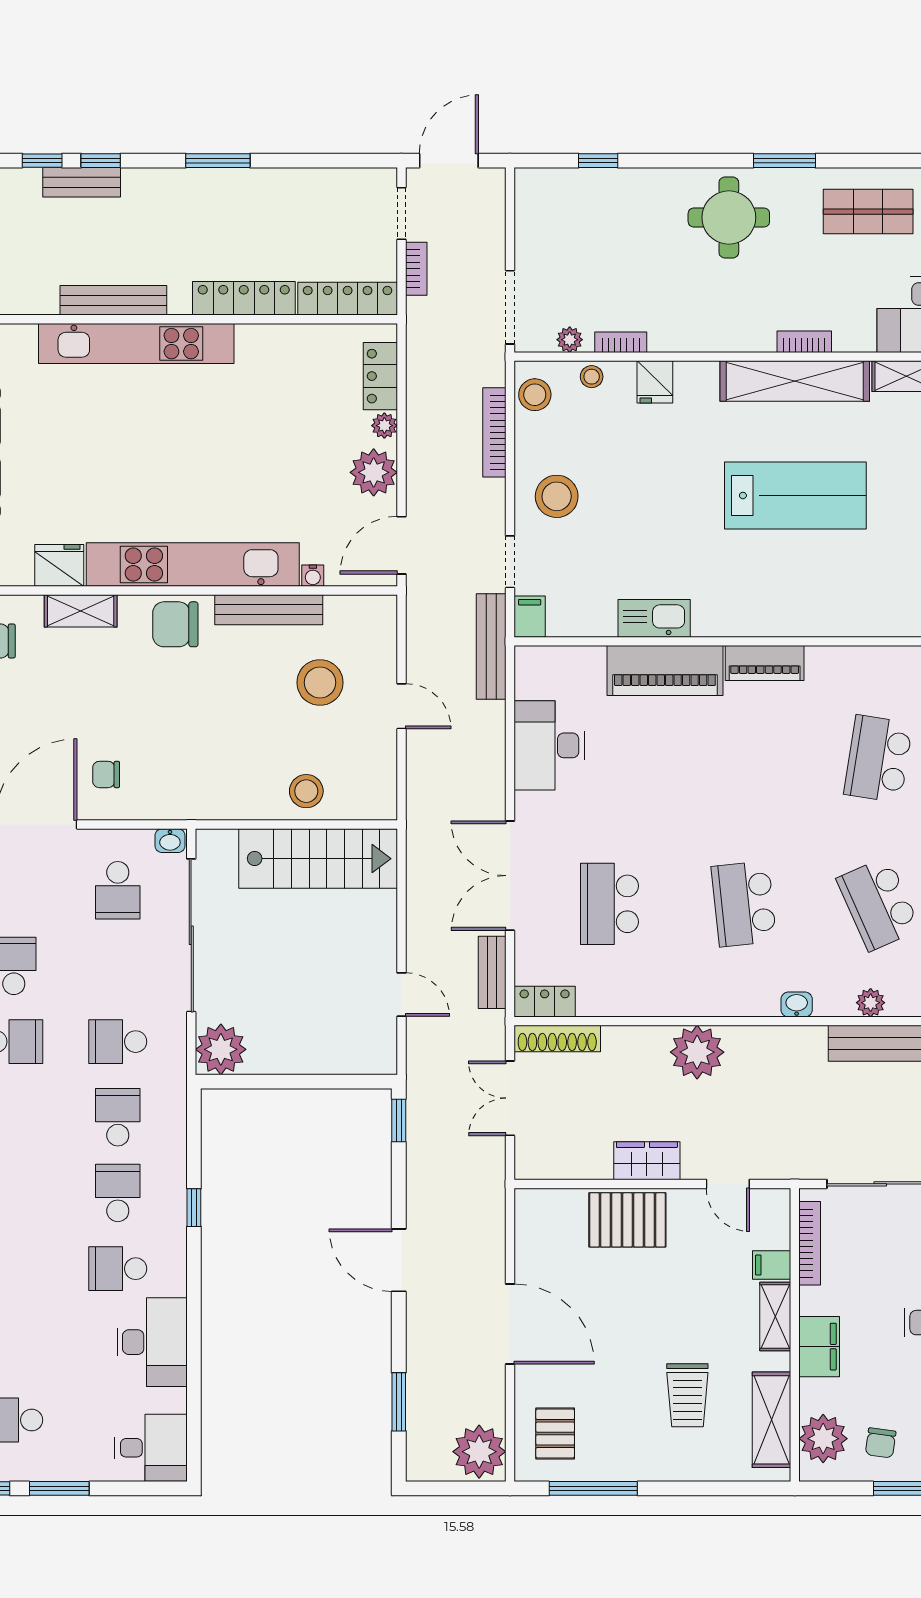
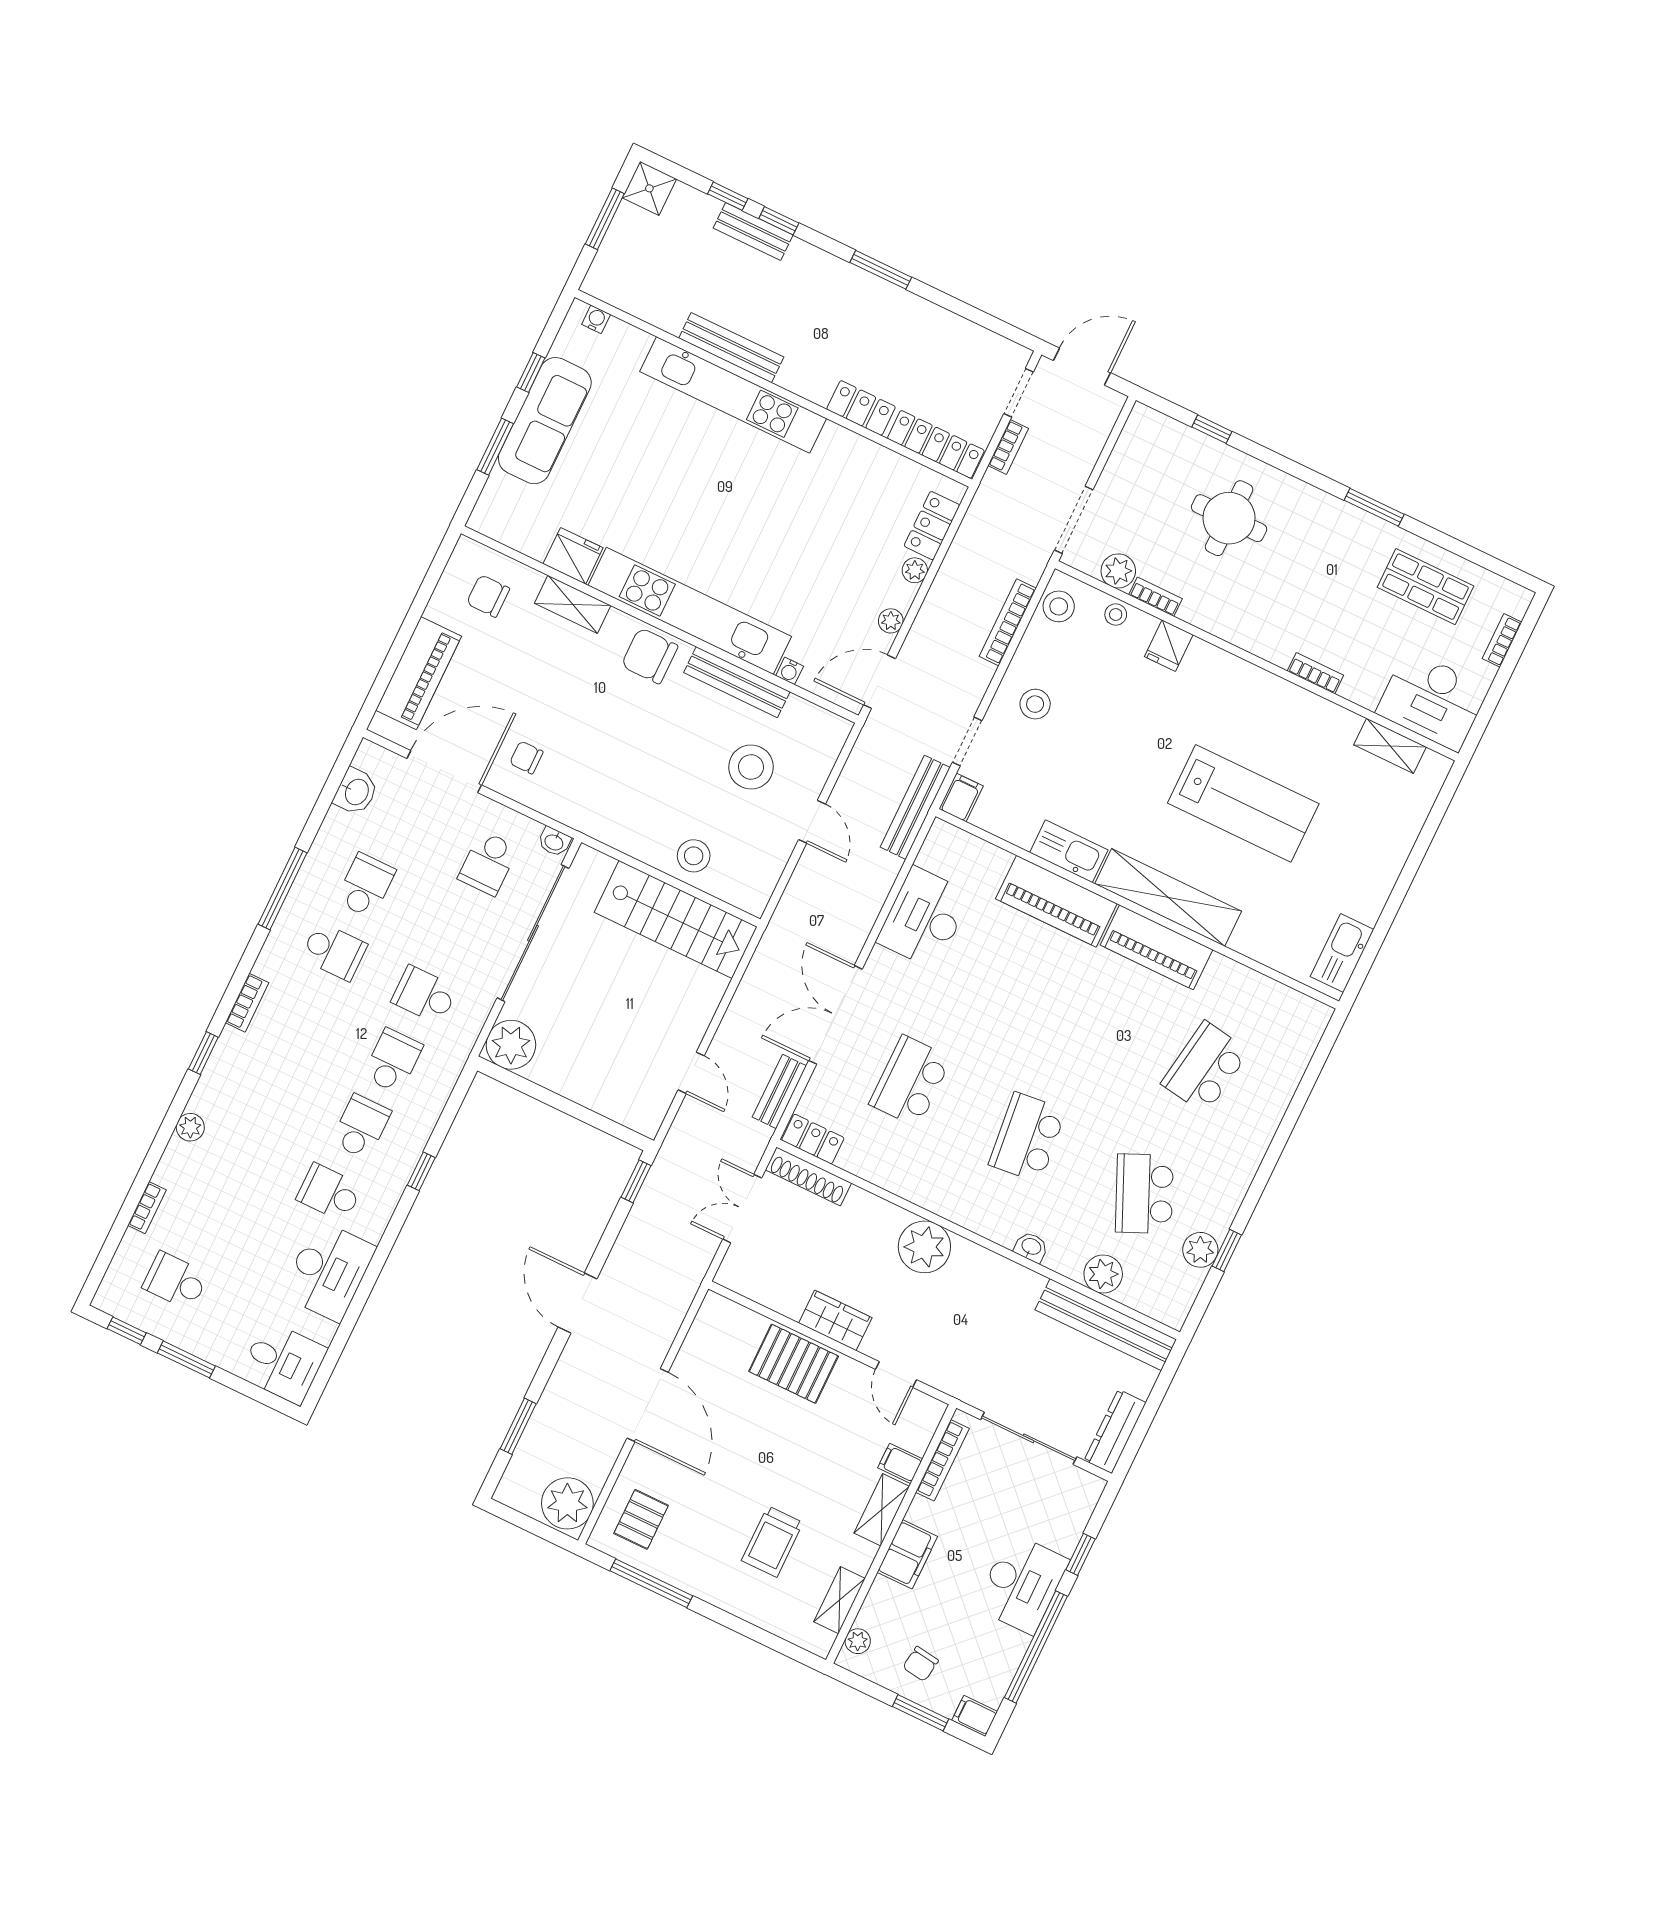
round table: (729, 218) -> (1229, 518), moved
locker: (244, 298) -> (861, 408), width x0.66
plant: (570, 340) -> (1118, 571), width x1.38, depth x1.38
shelving: (795, 381) -> (1168, 897), moved
plant: (374, 472) -> (891, 621), width x0.53, depth x0.53
stool: (557, 496) -> (1035, 704), width x0.73, depth x0.73
piano: (765, 663) -> (1156, 947), width x1.37, depth x1.33
plant: (871, 1003) -> (1103, 1274), width x1.38, depth x1.38
shelving: (772, 1420) -> (839, 1600), width x0.67, depth x0.75
plant: (823, 1439) -> (858, 1641), width x0.53, depth x0.53

